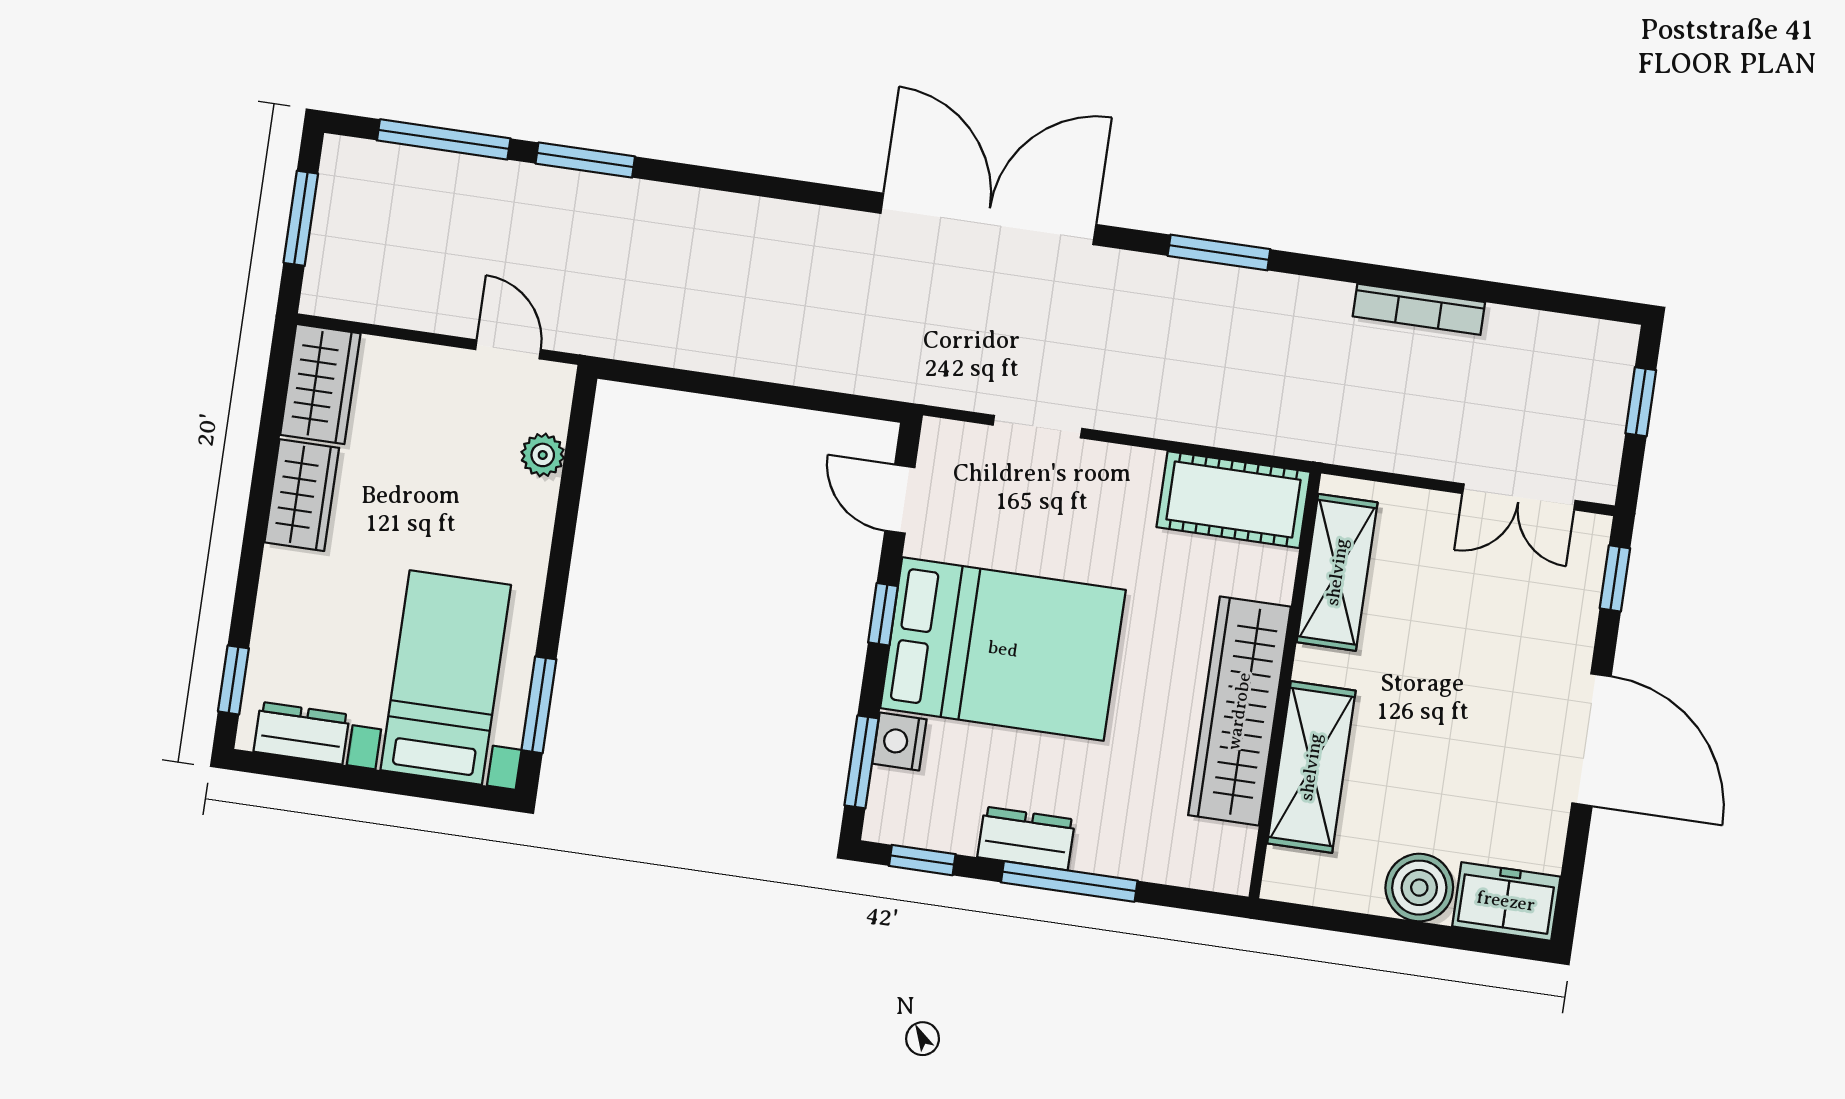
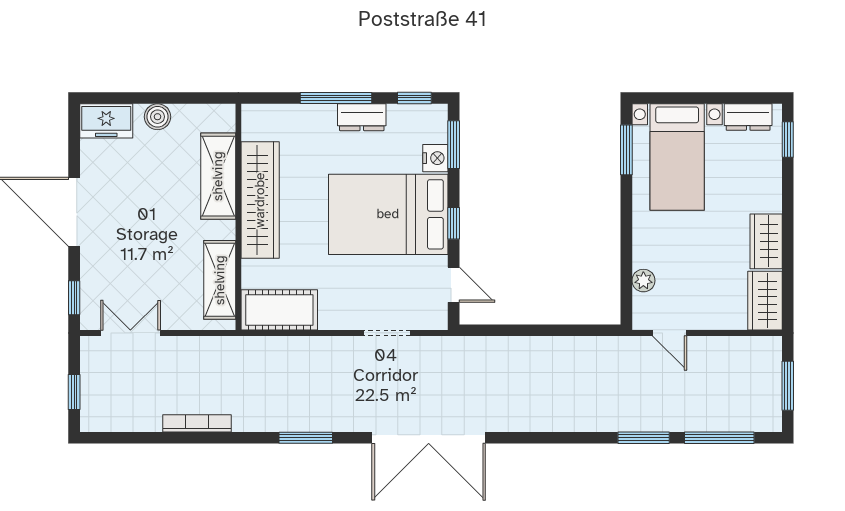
boiler: (1419, 888) -> (158, 117), width x0.73, depth x0.73

